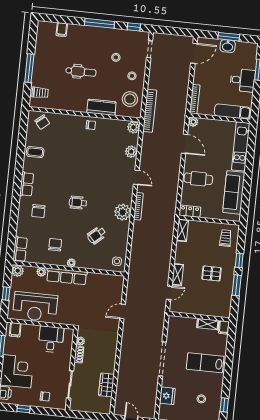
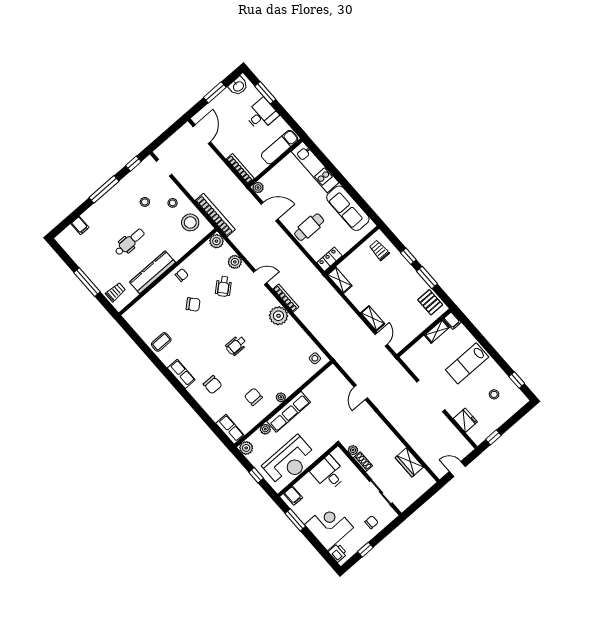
washbasin: (228, 46) -> (238, 86), moved
kitchen counter: (101, 107) -> (153, 272), moved, width x1.50
chair: (42, 122) -> (193, 304), moved
wheelchair: (97, 235) -> (223, 286), moved
pallet: (211, 273) -> (430, 302), moved, turned 90

